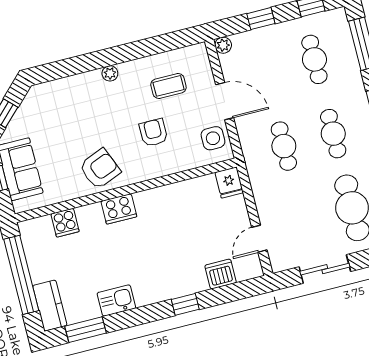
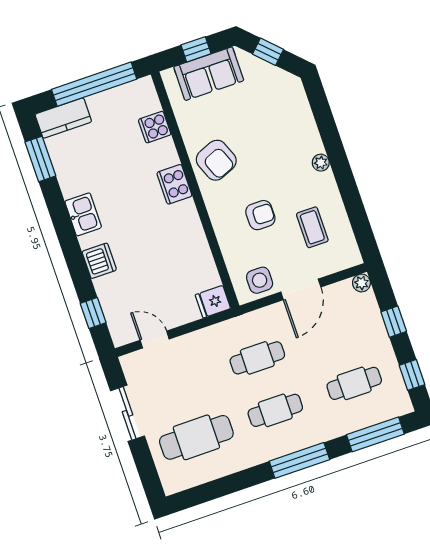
dishwasher: (221, 274) -> (99, 261), moved
kitchen sink: (116, 300) -> (83, 214), moved
window: (185, 304) -> (93, 313), moved

